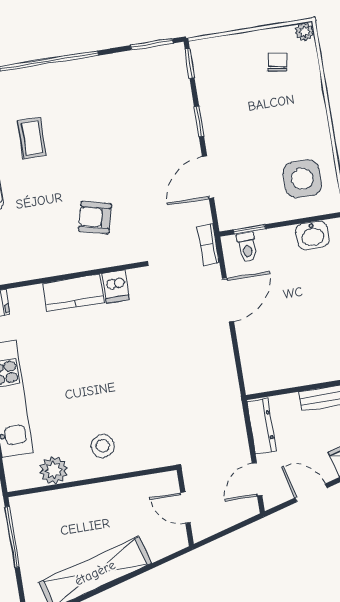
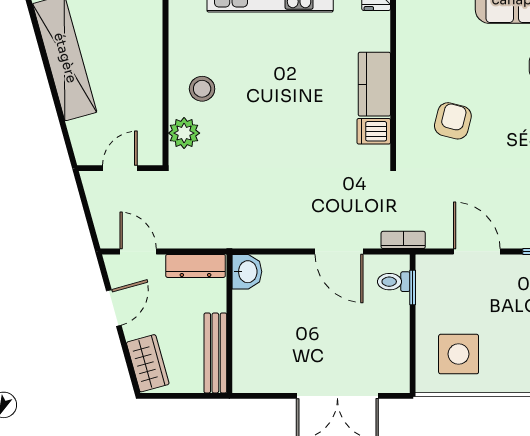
washbasin: (313, 235) -> (247, 272), moved, turned 180
plant: (54, 470) -> (184, 133), moved

